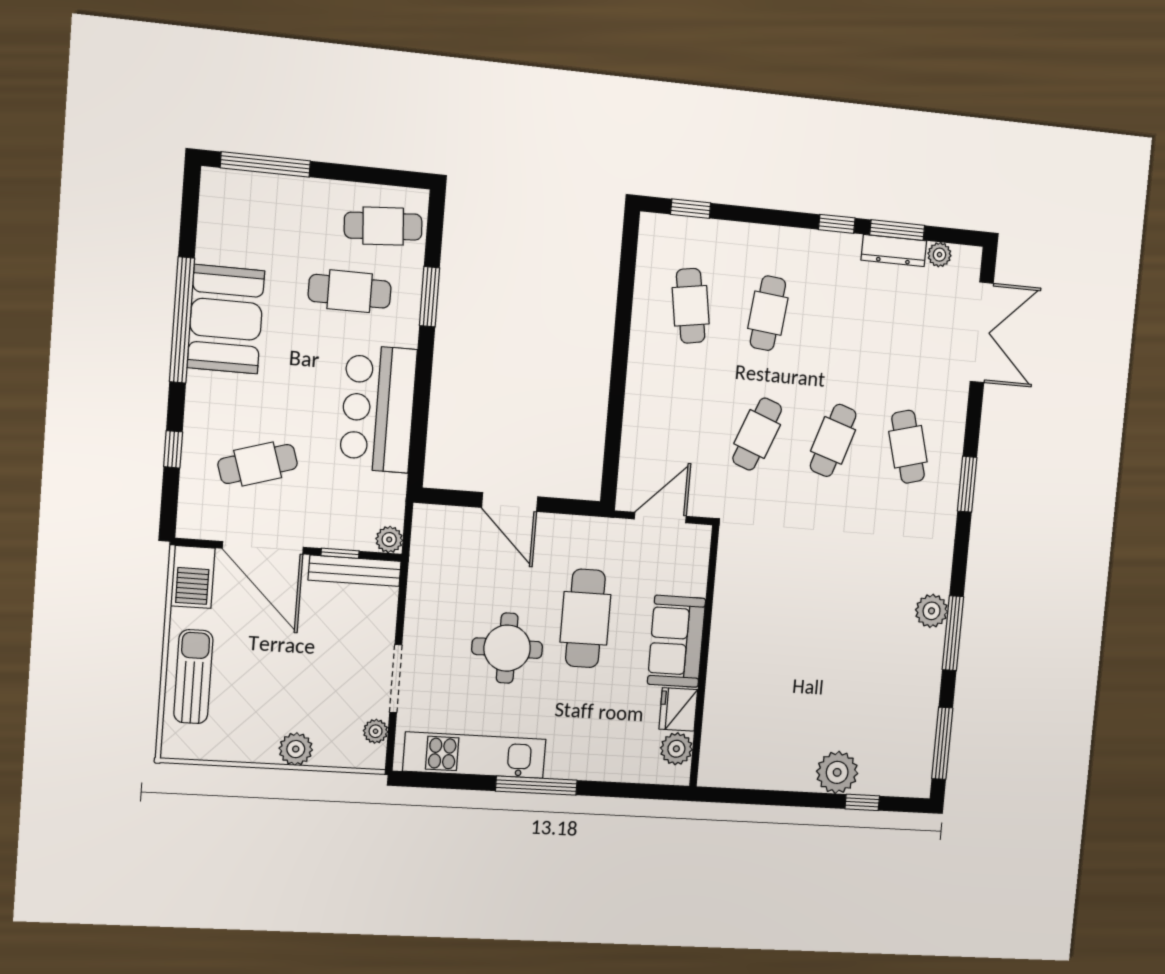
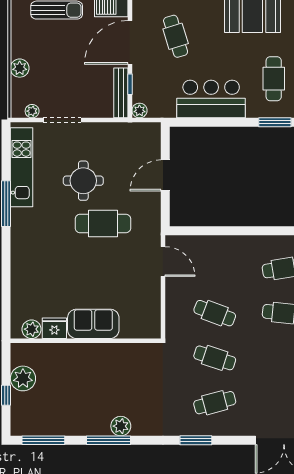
sofa: (676, 641) -> (93, 324), moved
wall: (704, 656) -> (86, 341), moved
fridge: (678, 709) -> (54, 328), moved
plant: (676, 749) -> (32, 329), moved

